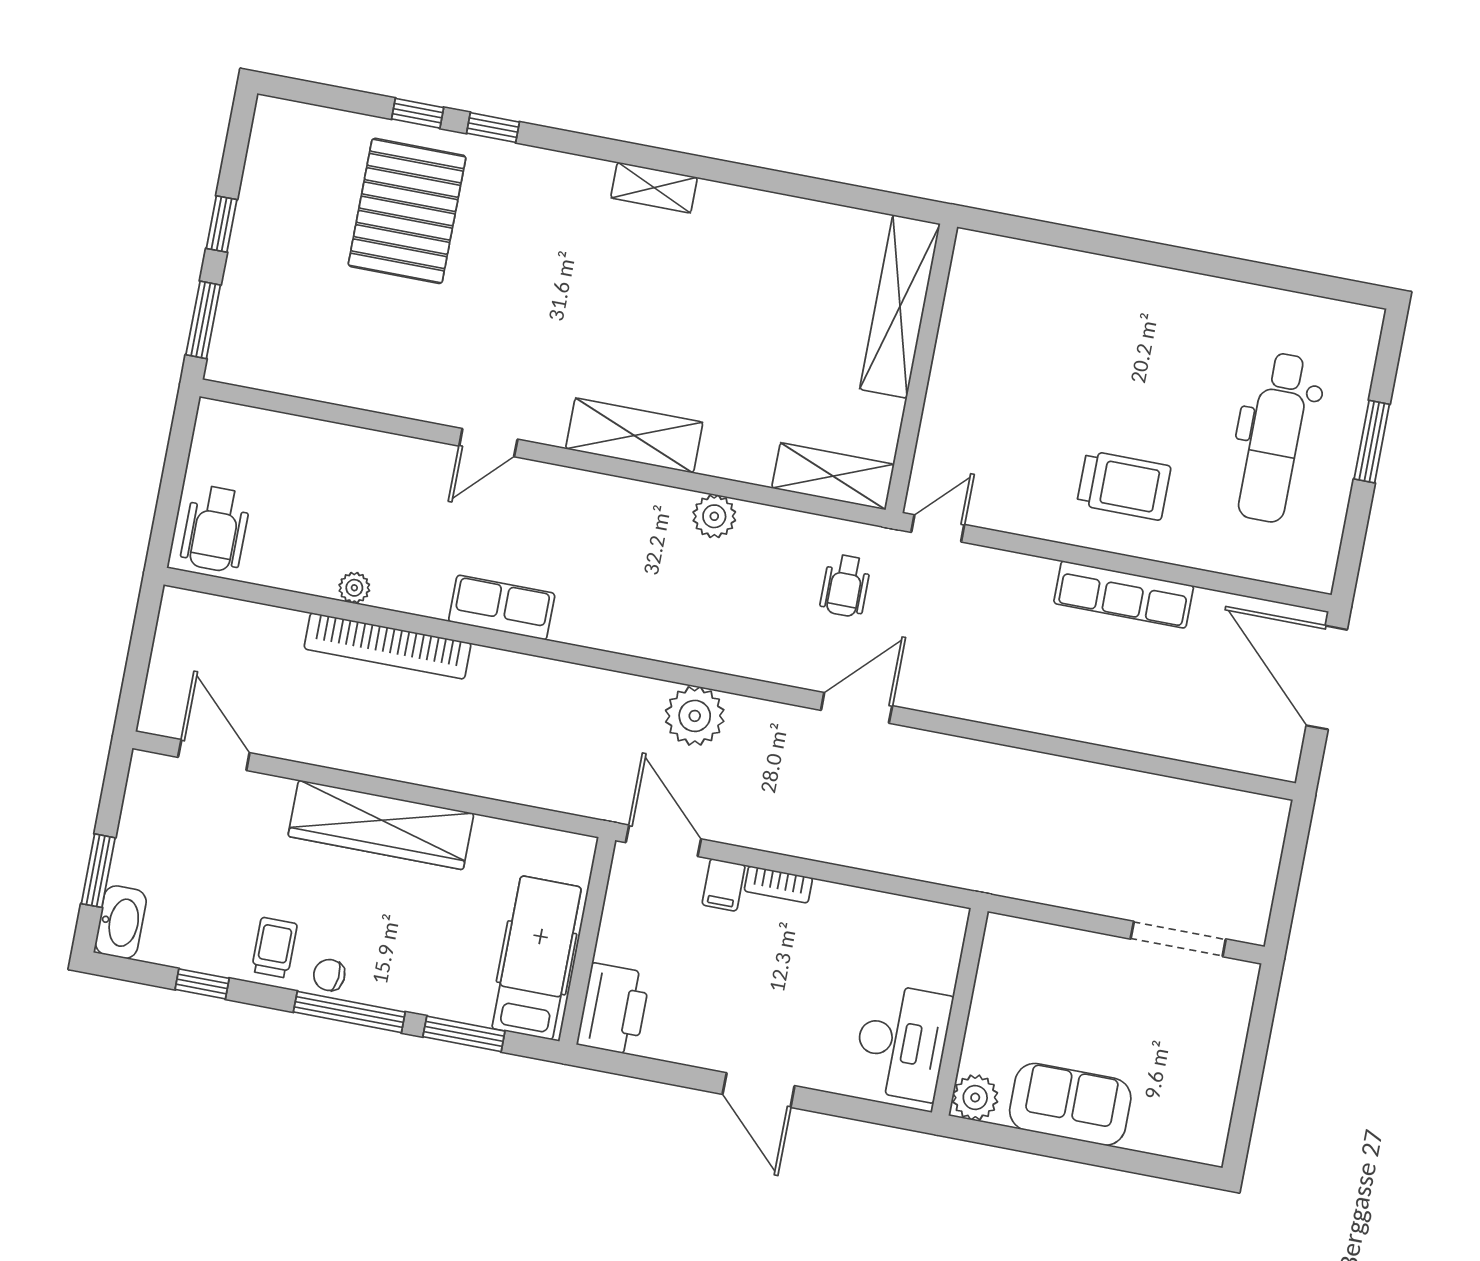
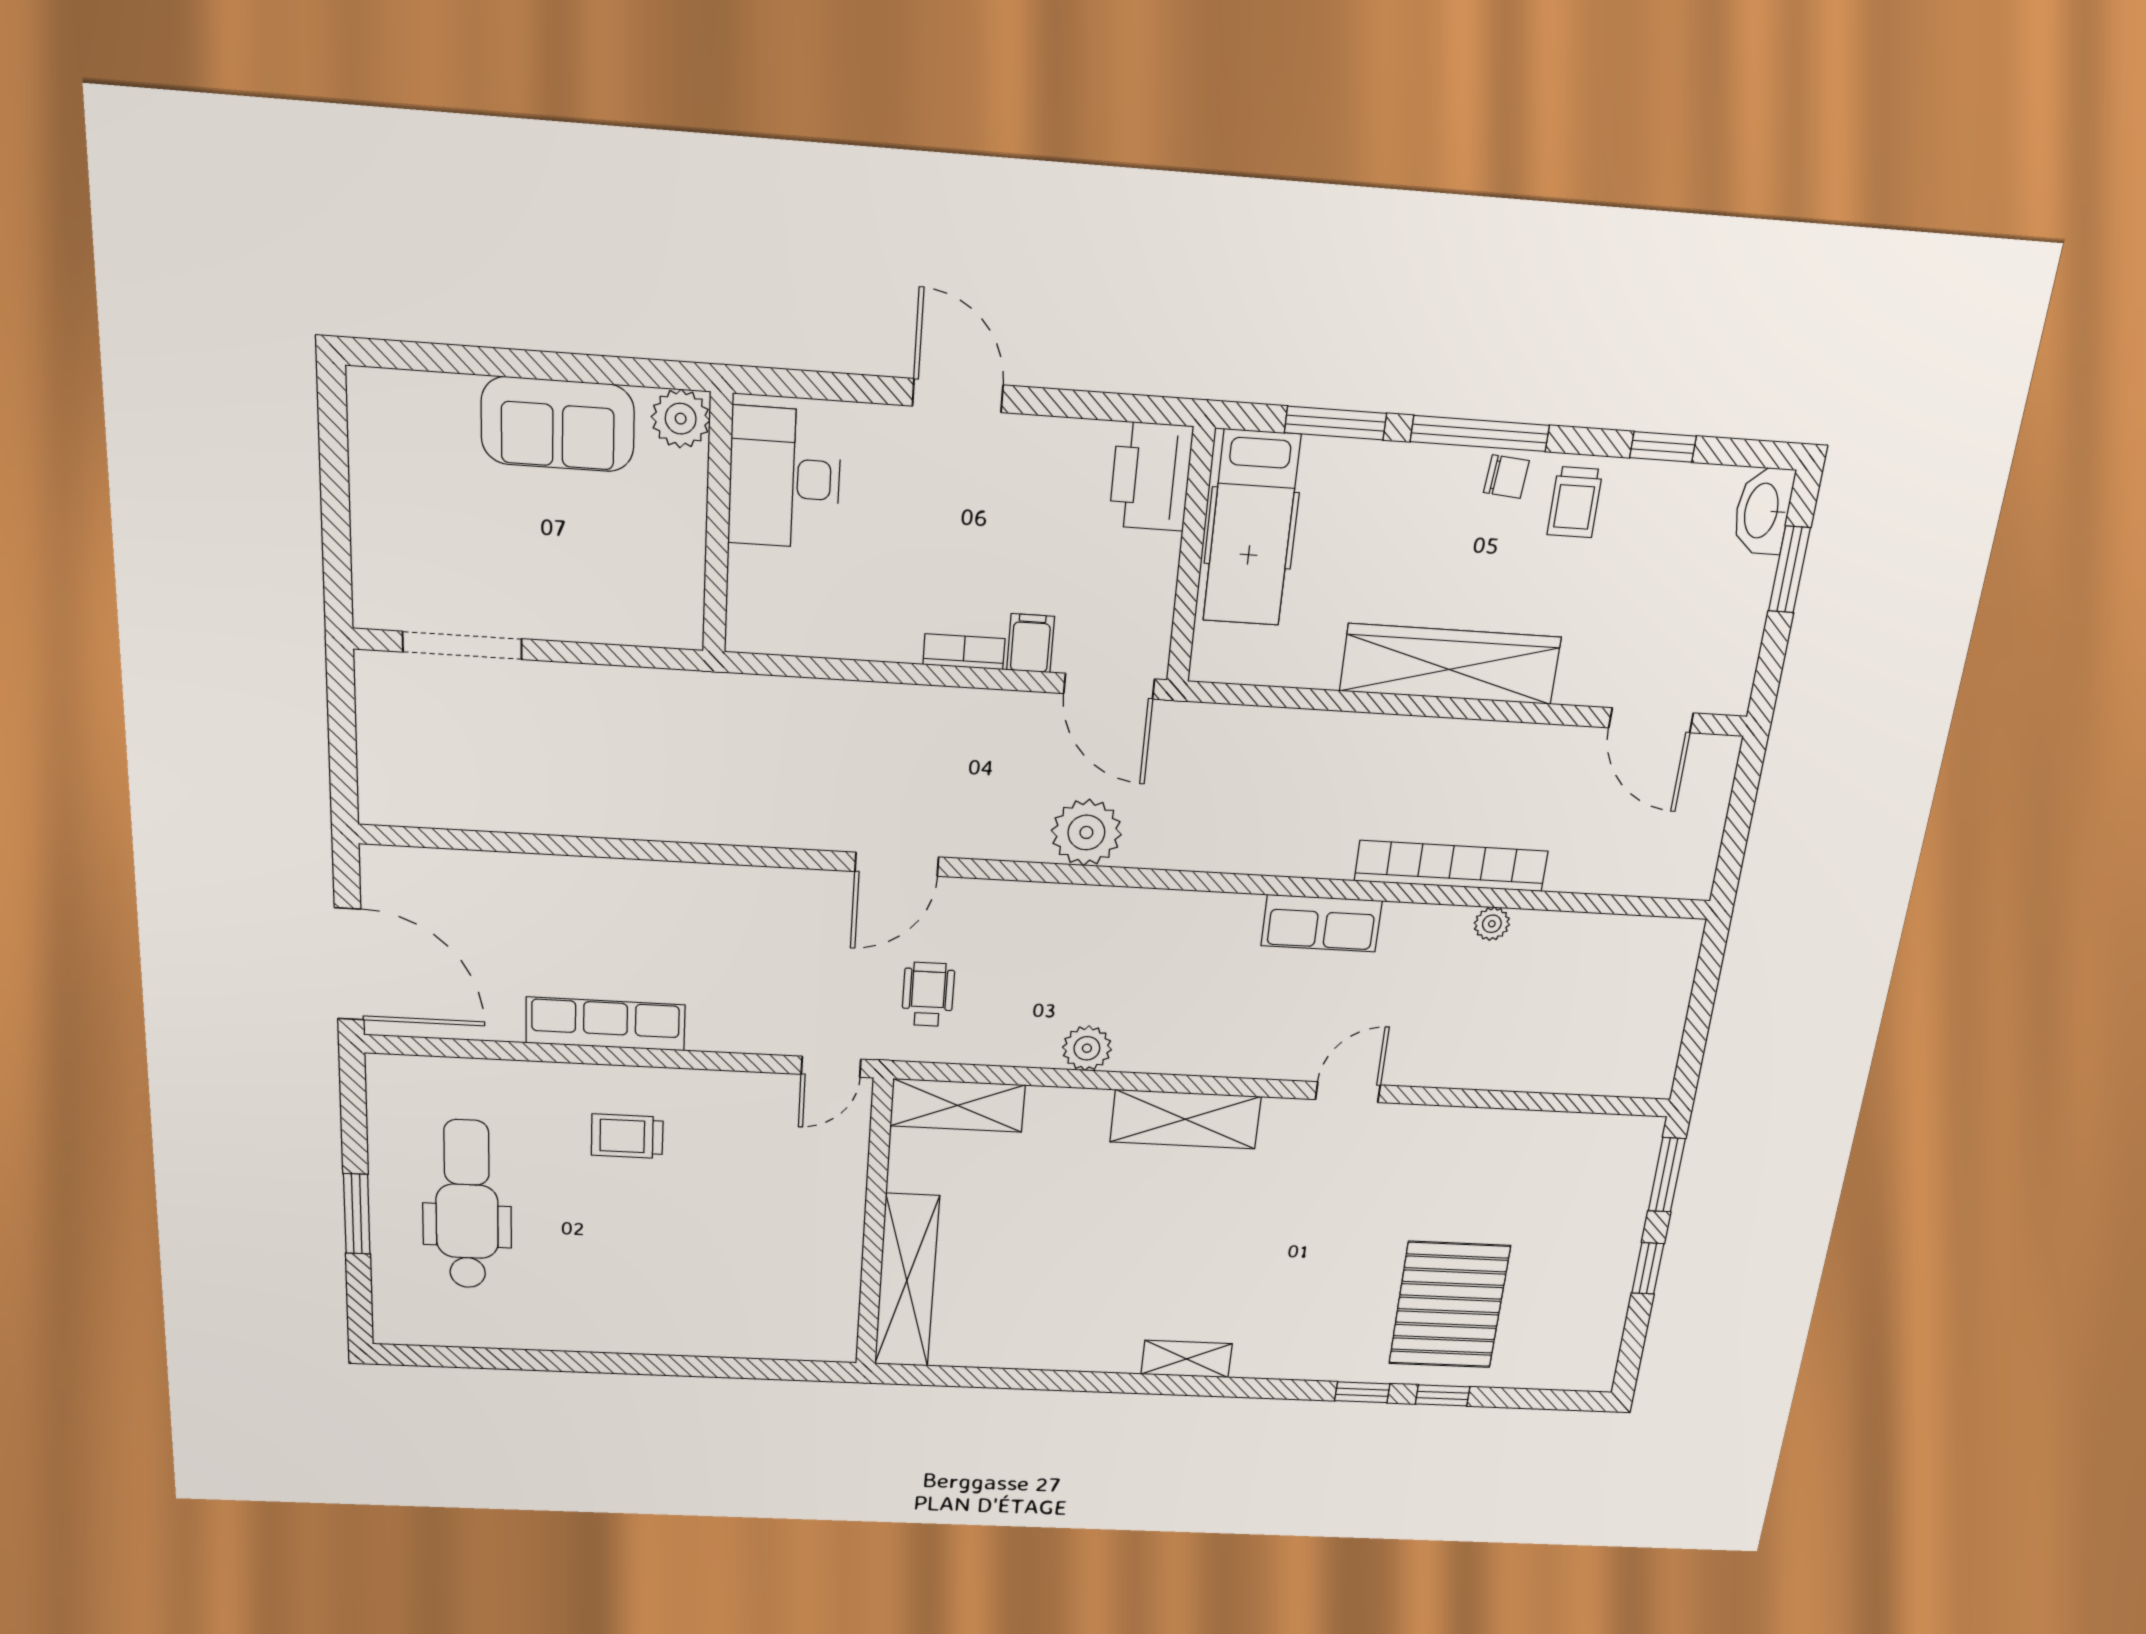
trolley: (1124, 485) -> (627, 1136), width x0.73, depth x0.72
wheelchair: (216, 529) -> (1651, 967), removed

